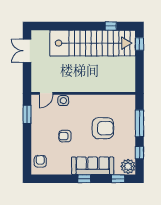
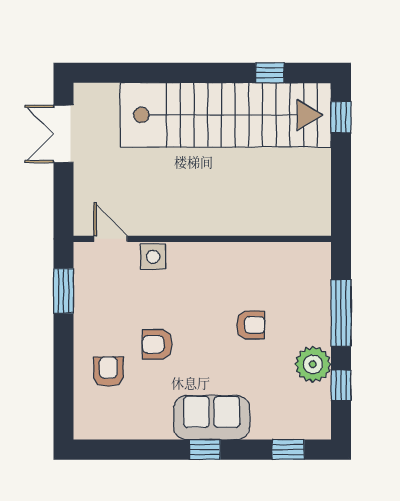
door: (46, 93) -> (111, 239), swing flipped
armchair: (103, 128) -> (251, 325), width x0.53, depth x0.53
armchair: (40, 161) -> (108, 372), moved
sofa: (93, 166) -> (212, 418), width x0.73
plant: (128, 166) -> (313, 364), moved

